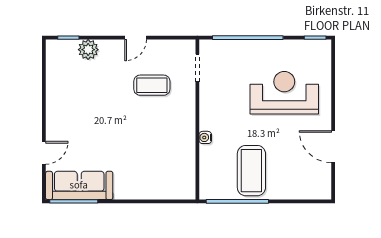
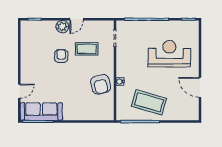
plant: (88, 50) -> (62, 27), moved
armchair: (111, 97) -> (61, 56), added
armchair: (174, 142) -> (101, 84), added
coffee table: (251, 171) -> (149, 102), turned -74

